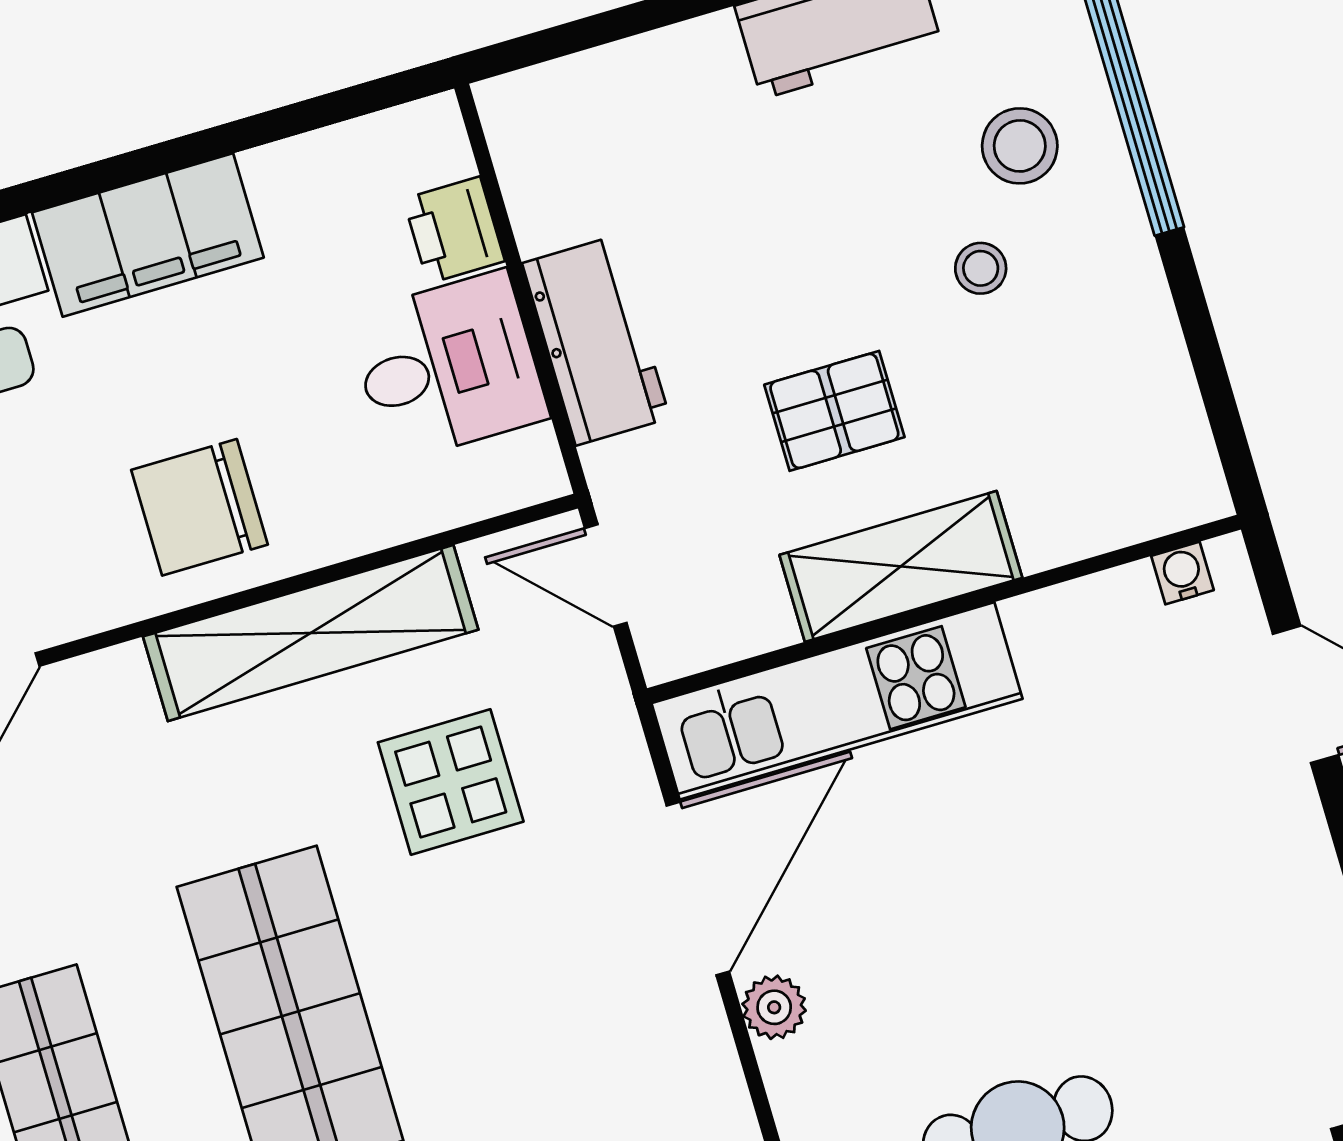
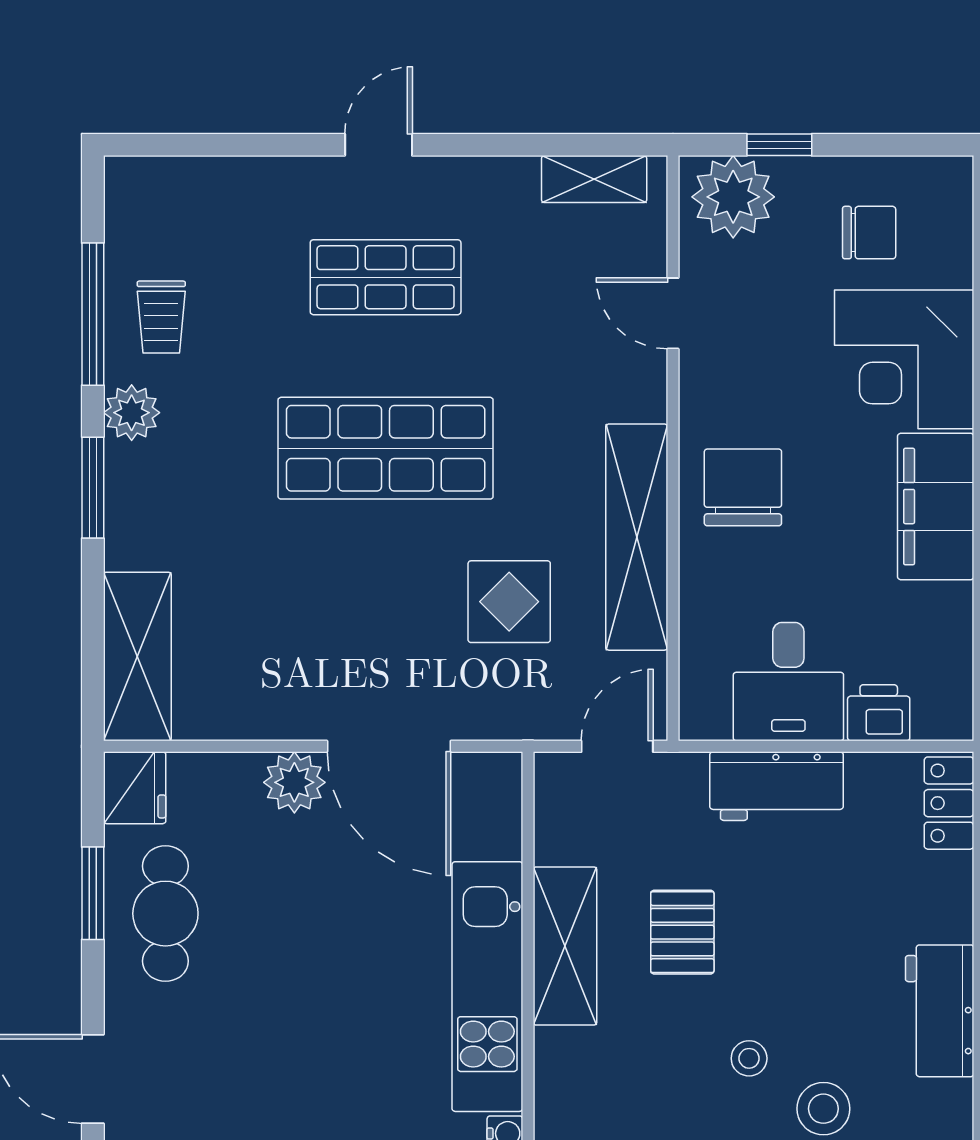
locker: (550, 97) -> (949, 803), added
kitchen unit: (837, 701) -> (487, 987), moved
plant: (774, 1007) -> (294, 782), width x1.38, depth x1.38

